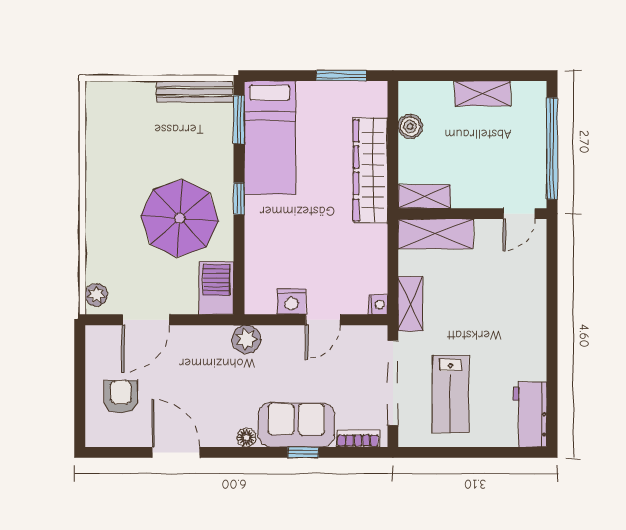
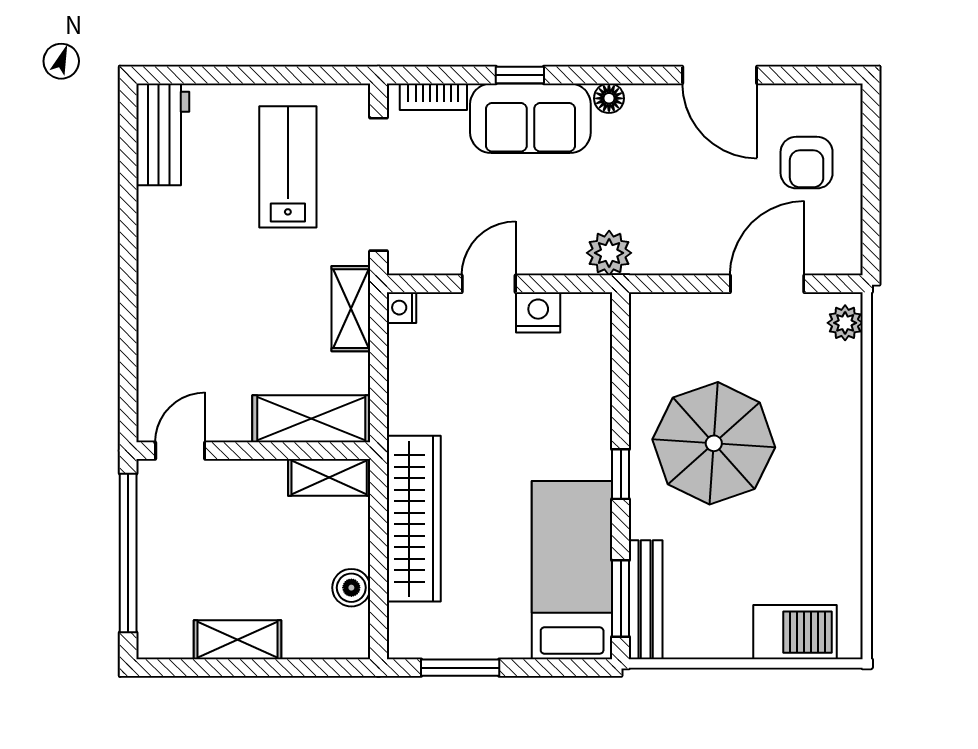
bench: (195, 92) -> (646, 600), moved, turned 90
barbecue: (216, 288) -> (795, 632), moved, turned -90

